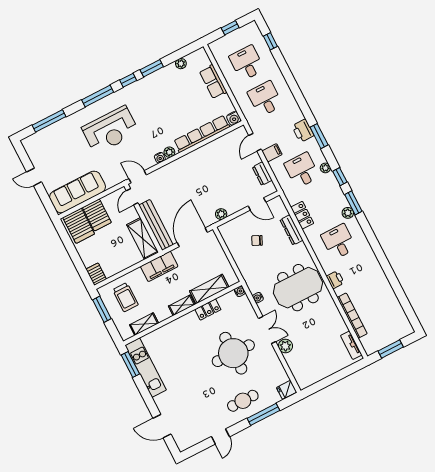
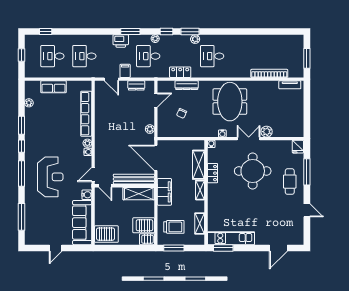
water cooler: (234, 118) -> (87, 195), moved
server rack: (97, 215) -> (144, 225), moved, turned 180
printer: (335, 280) -> (238, 72), removed

